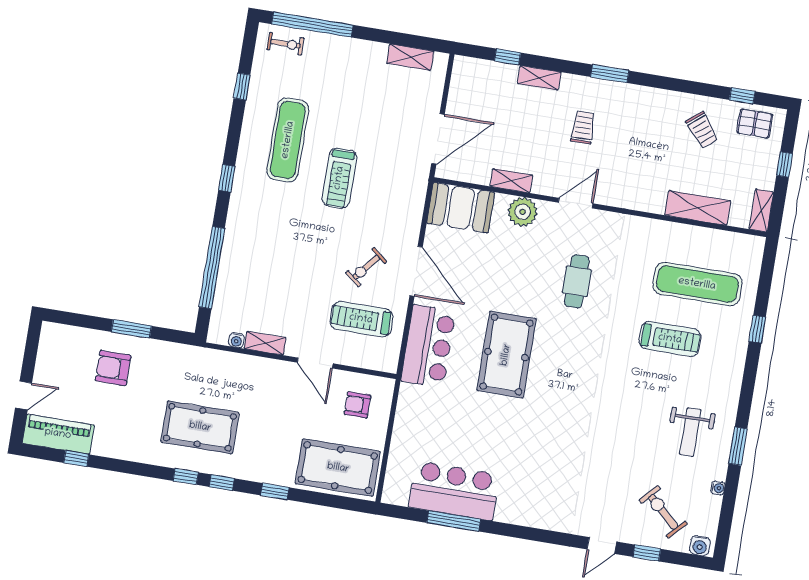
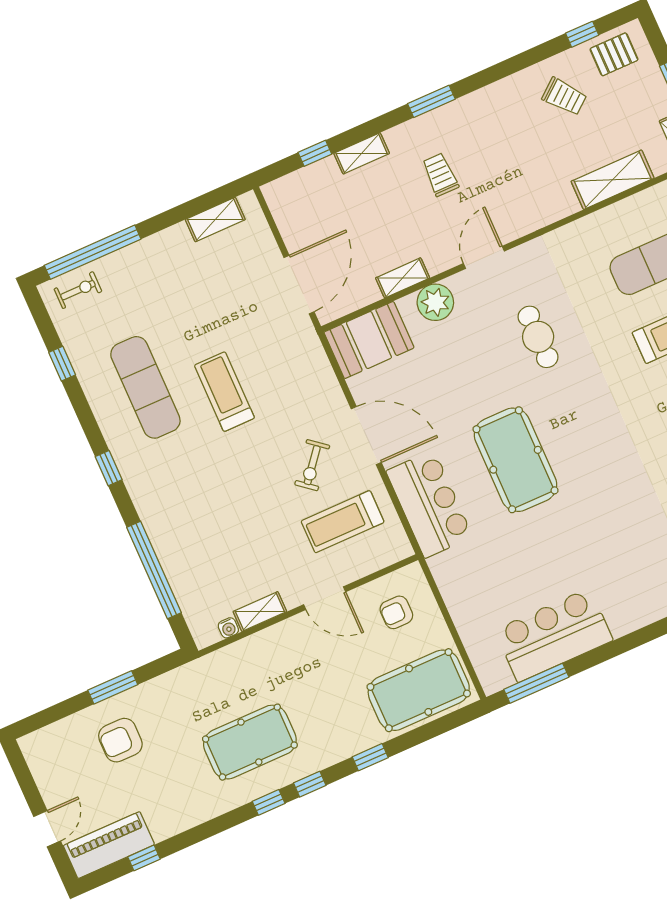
treadmill: (339, 178) -> (224, 392), turned 180
window: (454, 521) -> (536, 683), moved

